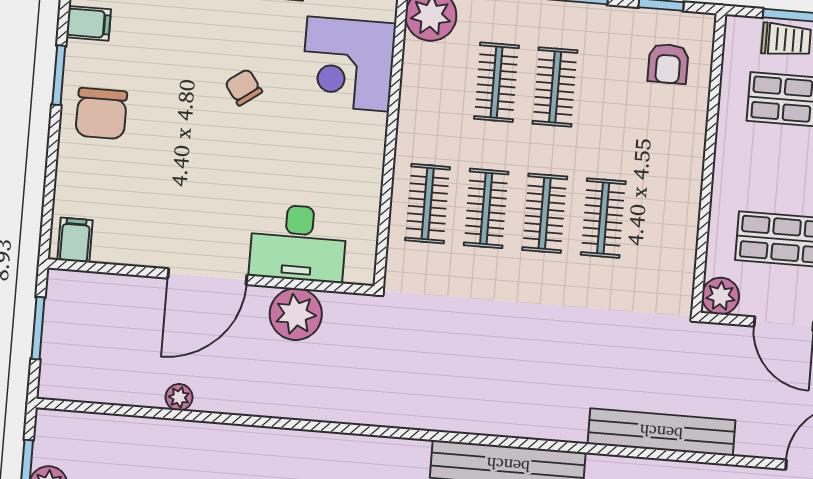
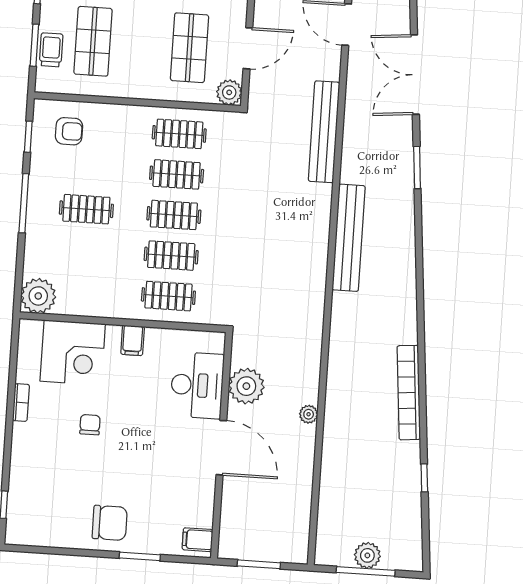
filing cabinet: (89, 23) -> (133, 340), moved, turned 180
window: (59, 75) -> (140, 556), moved
clothes rail: (497, 82) -> (179, 134), moved
chair: (244, 87) -> (90, 425), turned 126
plant: (179, 397) -> (309, 414), moved

